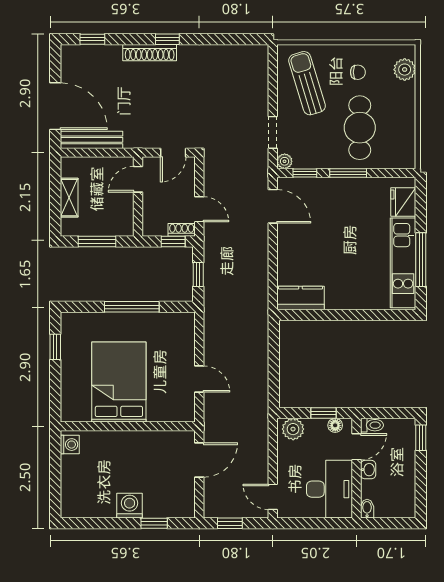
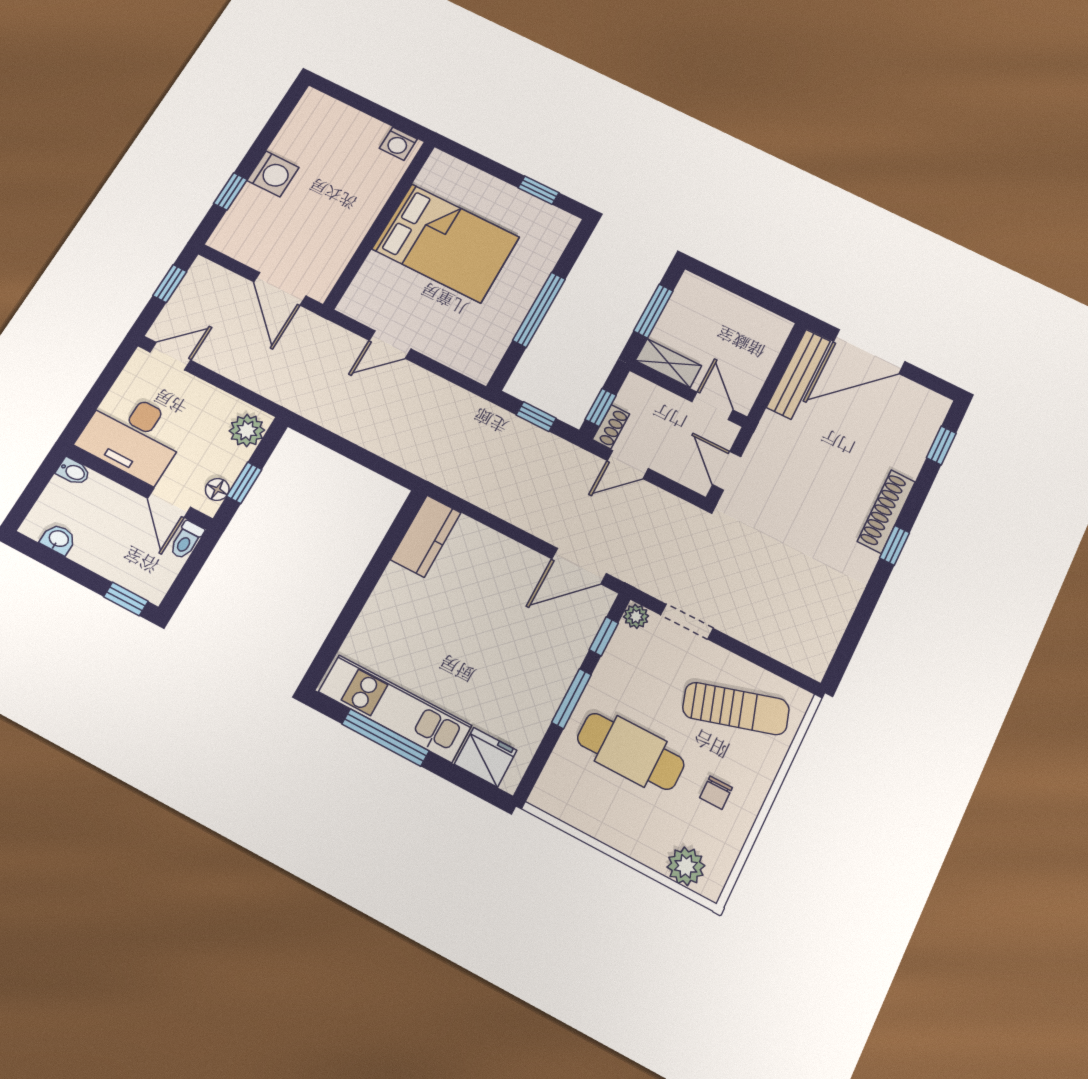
shelving: (69, 198) -> (668, 363), moved
washbasin: (368, 470) -> (58, 539), moved, turned 180

